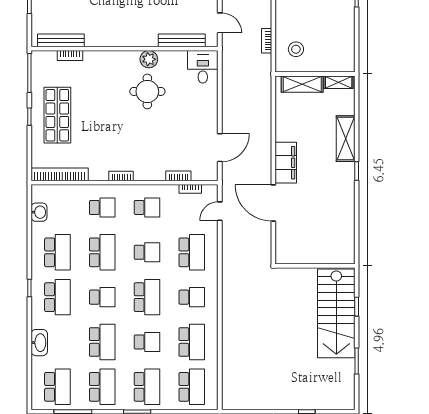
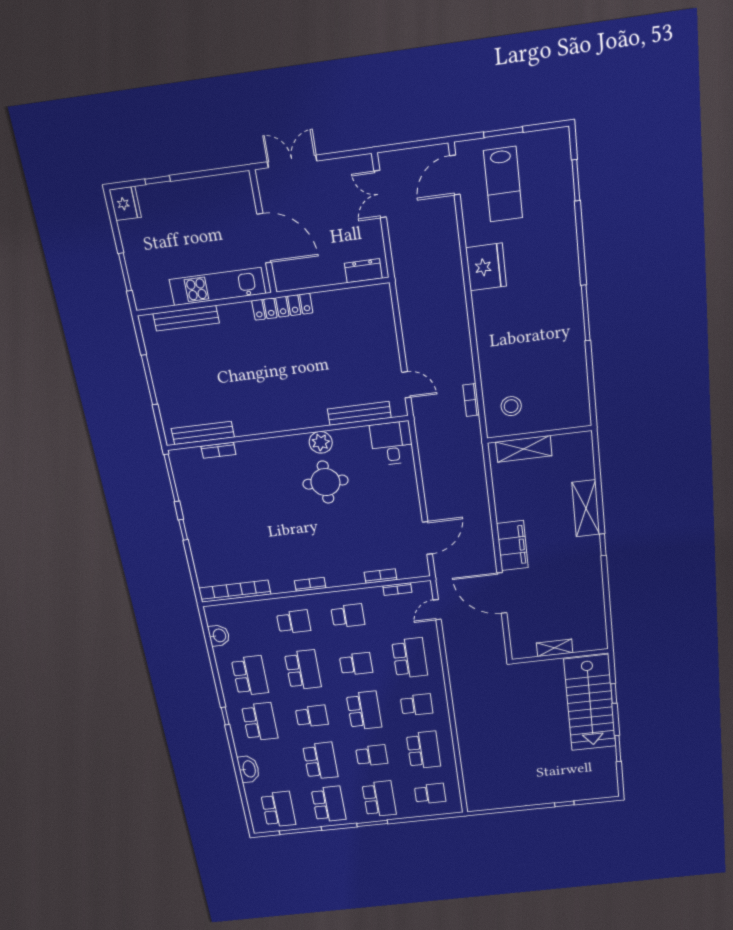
shelving: (339, 82) -> (555, 648), moved
shop shelf: (57, 115) -> (218, 524), removed
school desk: (192, 387) -> (430, 794), width x0.54

